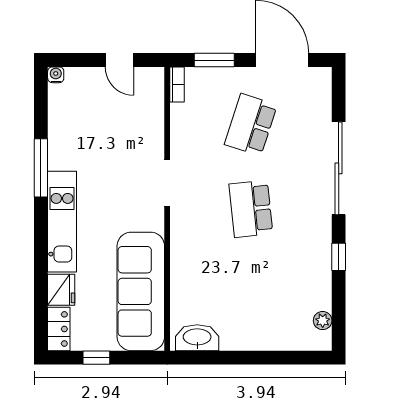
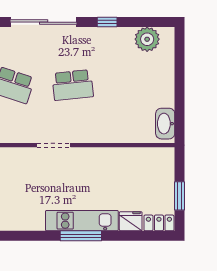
window: (41, 168) -> (81, 236), moved
sofa: (141, 291) -> (132, 164), removed
plant: (323, 321) -> (147, 39), width x1.87, depth x1.87
window: (96, 358) -> (180, 196), width x1.50

